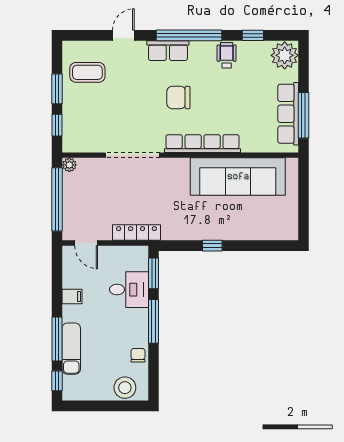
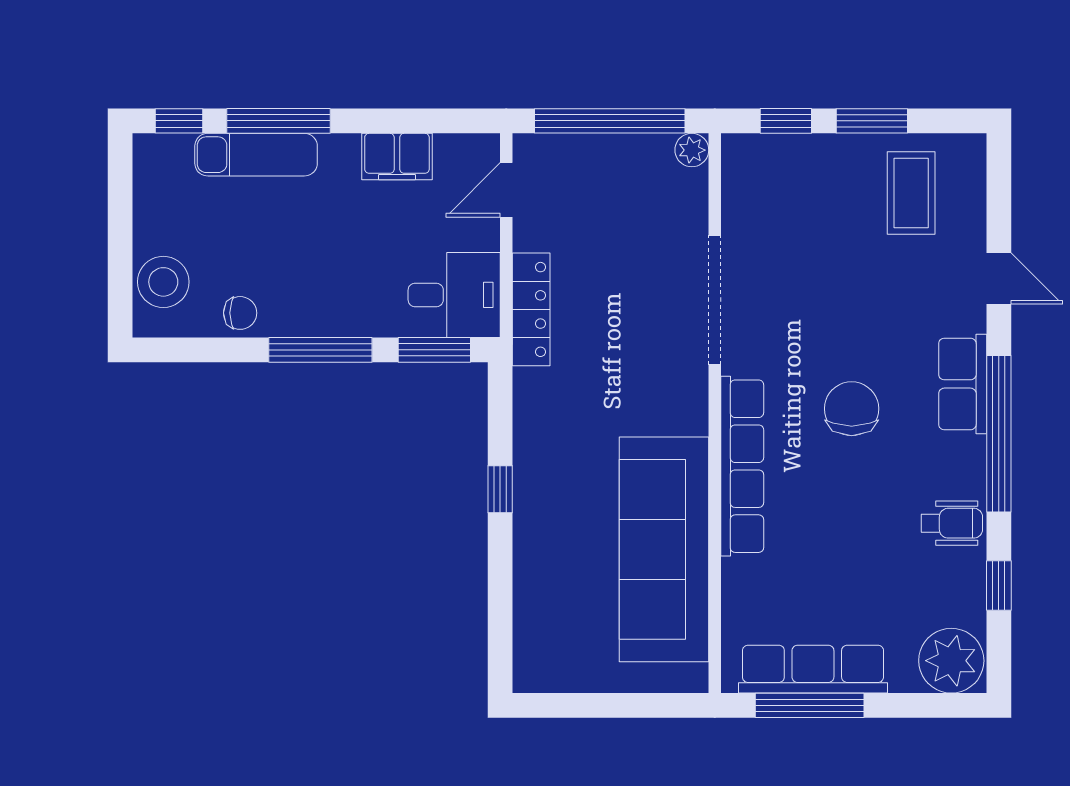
desk: (129, 290) -> (454, 295), moved, turned -90
filing cabinet: (72, 296) -> (397, 157), width x2.00

